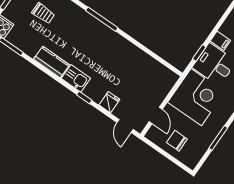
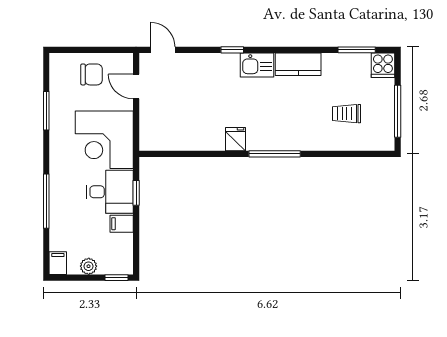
fridge: (109, 102) -> (235, 139), moved, turned 180

